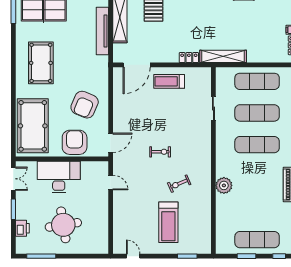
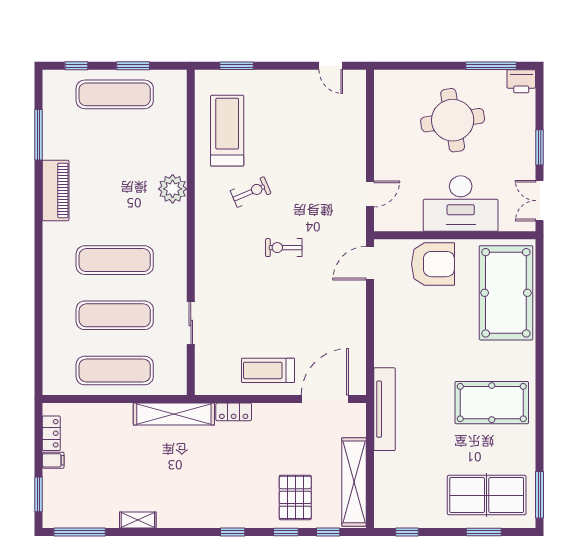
tv unit: (102, 31) -> (384, 409), moved
pool table: (41, 63) -> (492, 403), turned 90
treadmill: (169, 81) -> (268, 370), turned 180
armchair: (85, 105) -> (416, 330), removed
armchair: (75, 142) -> (433, 264), turned -90
door: (111, 183) -> (370, 194), swing flipped
treadmill: (168, 222) -> (227, 131), moved
printer: (22, 228) -> (521, 81), moved, turned -90

